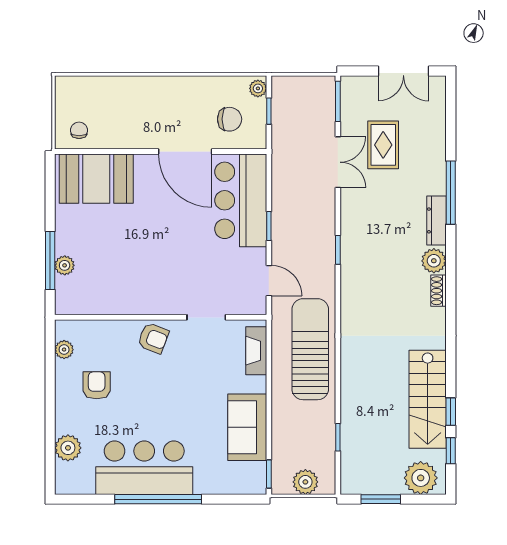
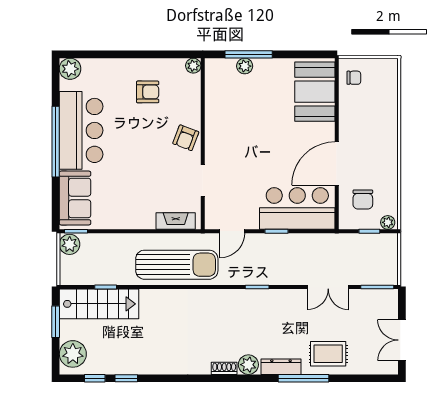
rug: (383, 145) -> (328, 354), moved
plant: (64, 350) -> (193, 66), moved
stairs: (428, 399) -> (99, 304), moved, turned 180
sofa: (247, 427) -> (75, 198), moved, turned 90
plant: (68, 448) -> (70, 69), moved
plant: (305, 482) -> (70, 244), moved

